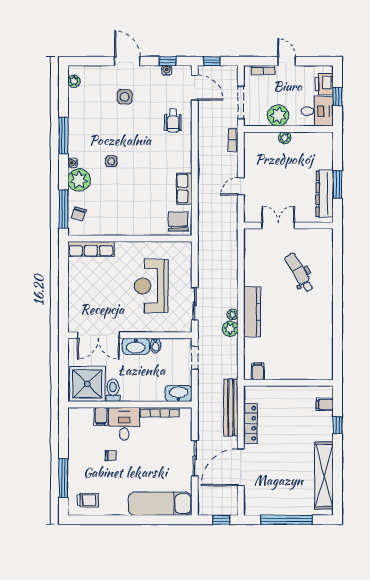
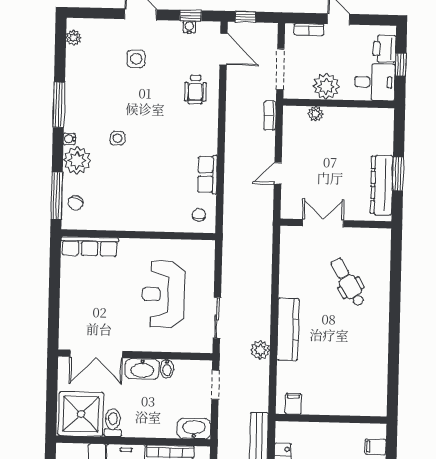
plant: (285, 138) -> (316, 114), moved
chair: (178, 221) -> (199, 215), width x0.54, depth x0.54
plant: (233, 314) -> (264, 332), removed

